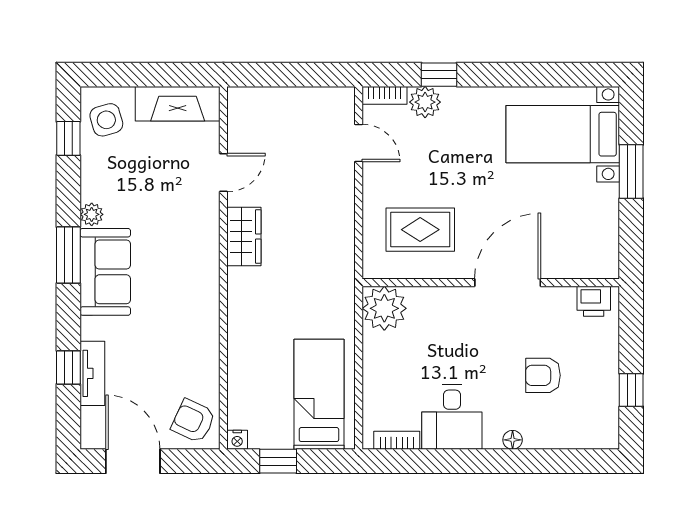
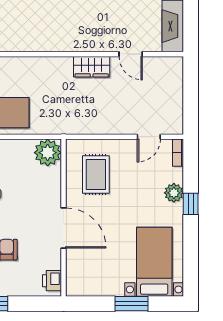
window: (439, 75) -> (191, 204), moved
plant: (425, 102) -> (174, 193), moved

